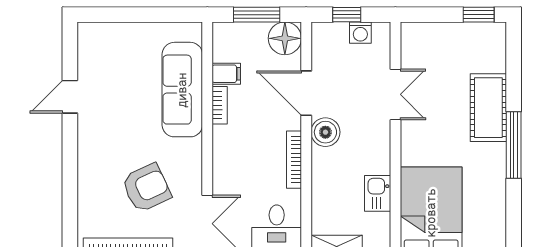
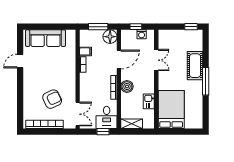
sofa: (182, 90) -> (45, 38), moved, turned -90
door: (306, 93) -> (119, 60), swing flipped
boiler: (325, 132) -> (127, 86), moved

